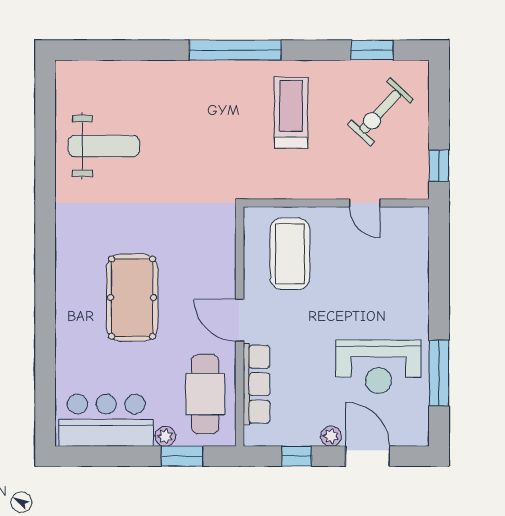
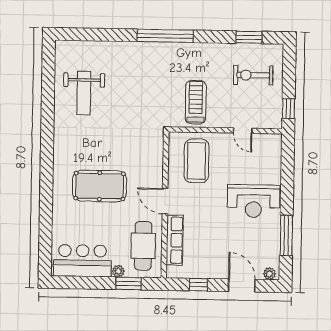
exercise bike: (380, 112) -> (253, 75), turned 47
treadmill: (291, 113) -> (196, 102), moved
weight bench: (104, 146) -> (84, 93), turned 90
pool table: (132, 298) -> (100, 186), turned 90
reception desk: (378, 367) -> (253, 201), moved
plant: (331, 436) -> (270, 274), moved

